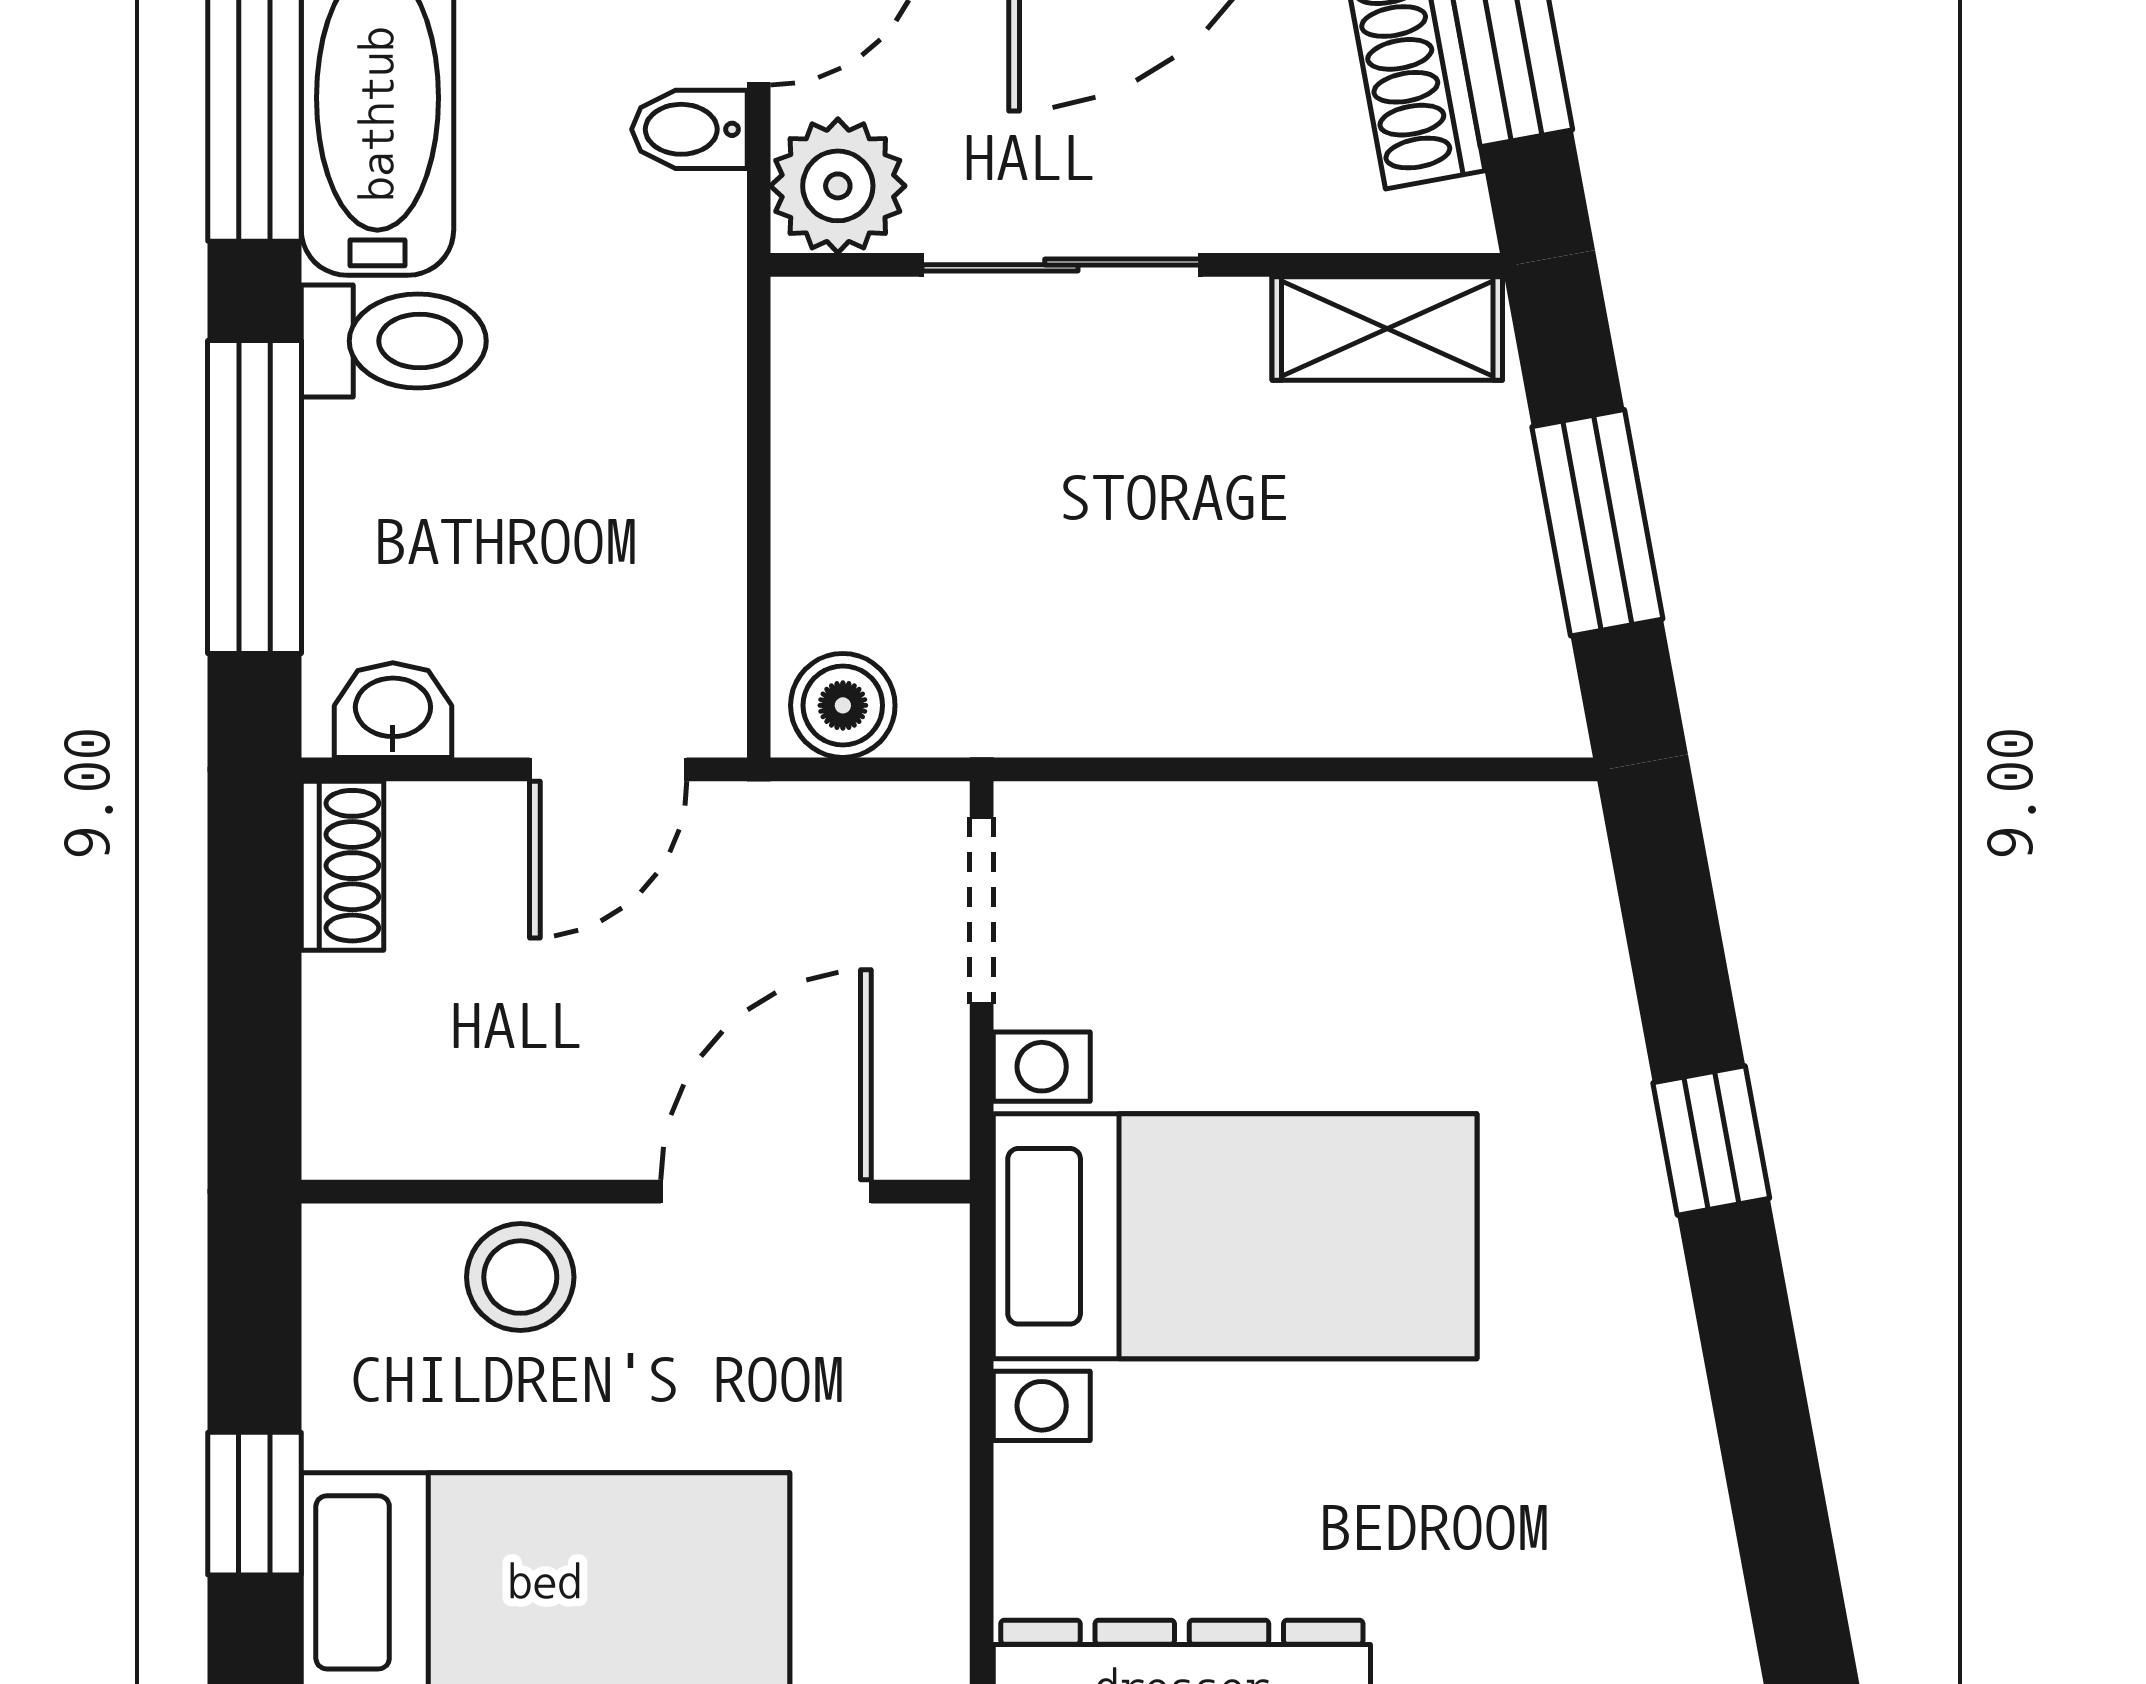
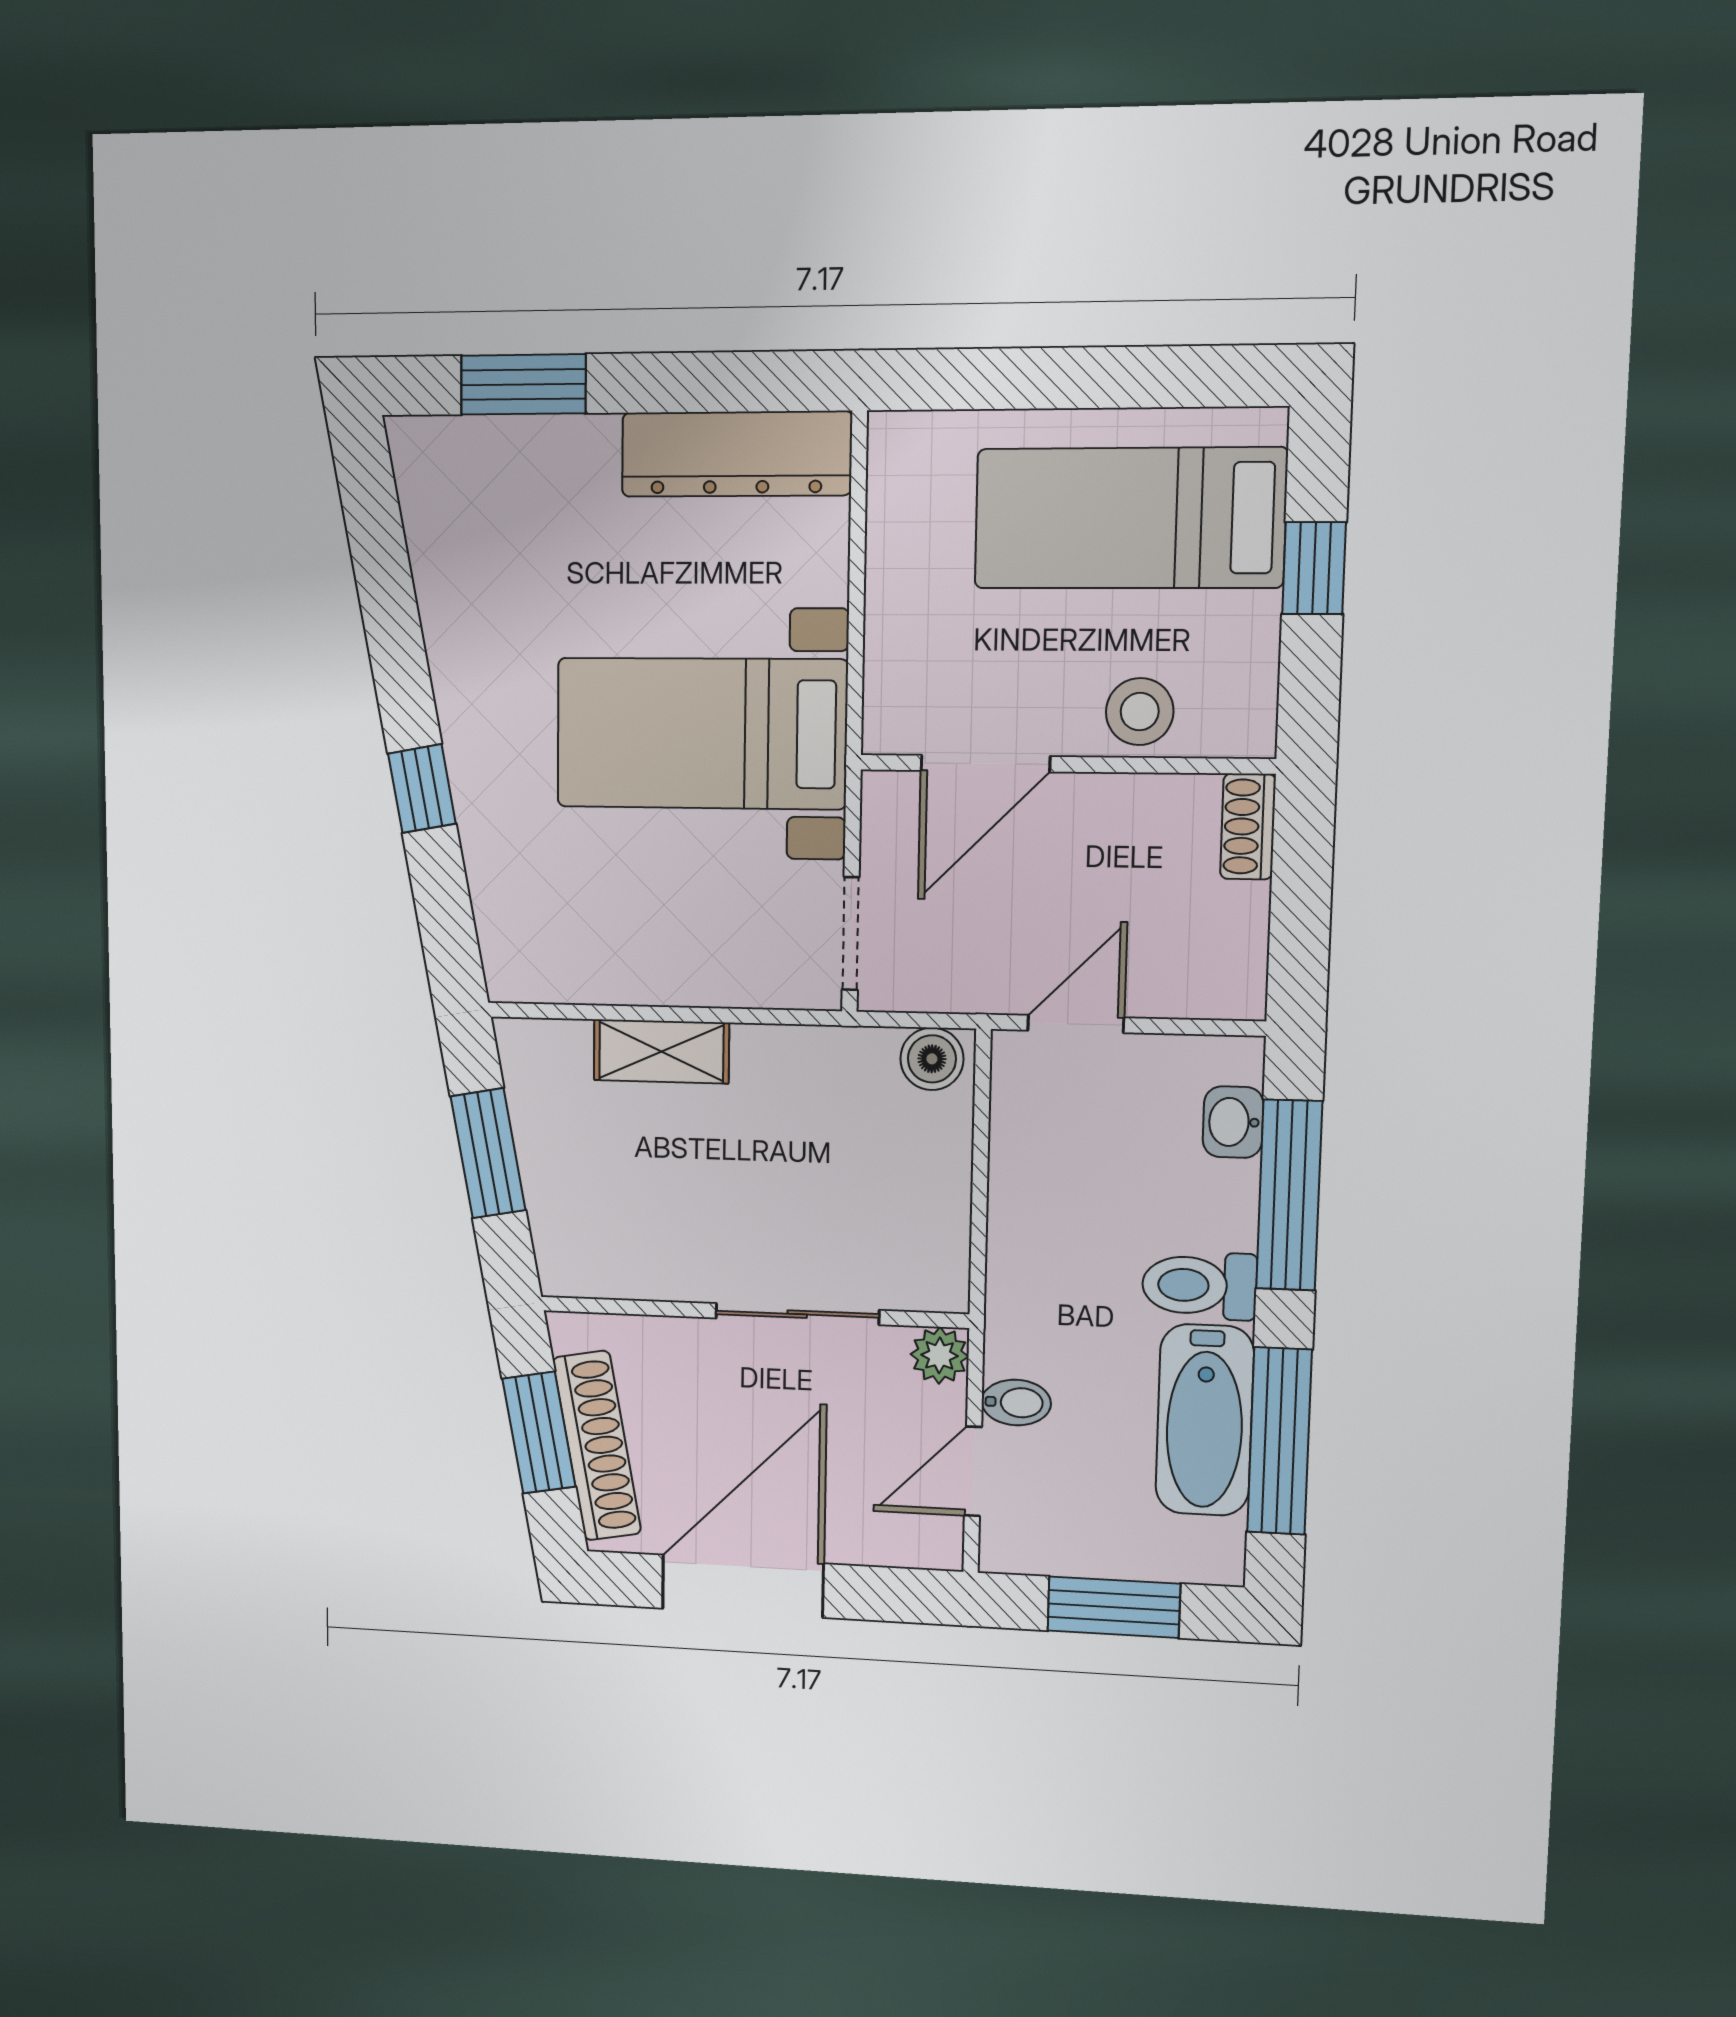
plant: (838, 186) -> (939, 1355), width x0.73, depth x0.73
shelving: (1387, 329) -> (661, 1051), moved
washbasin: (393, 710) -> (1233, 1122), moved, turned 90
shoe rack: (342, 866) -> (1248, 827), moved

